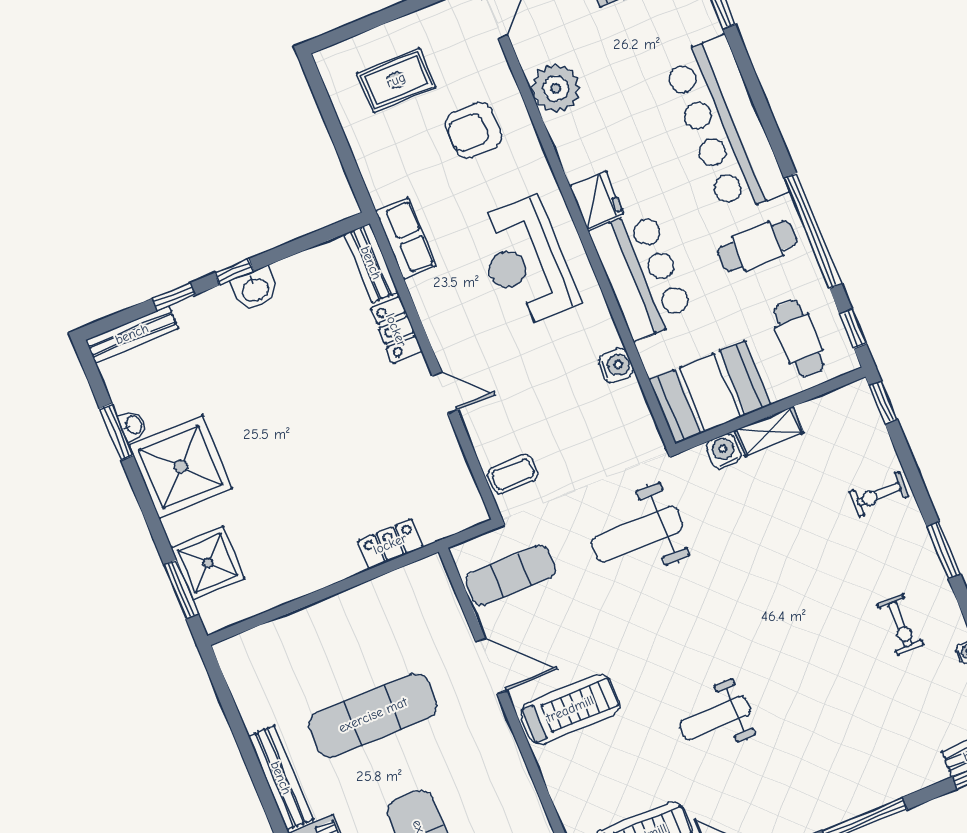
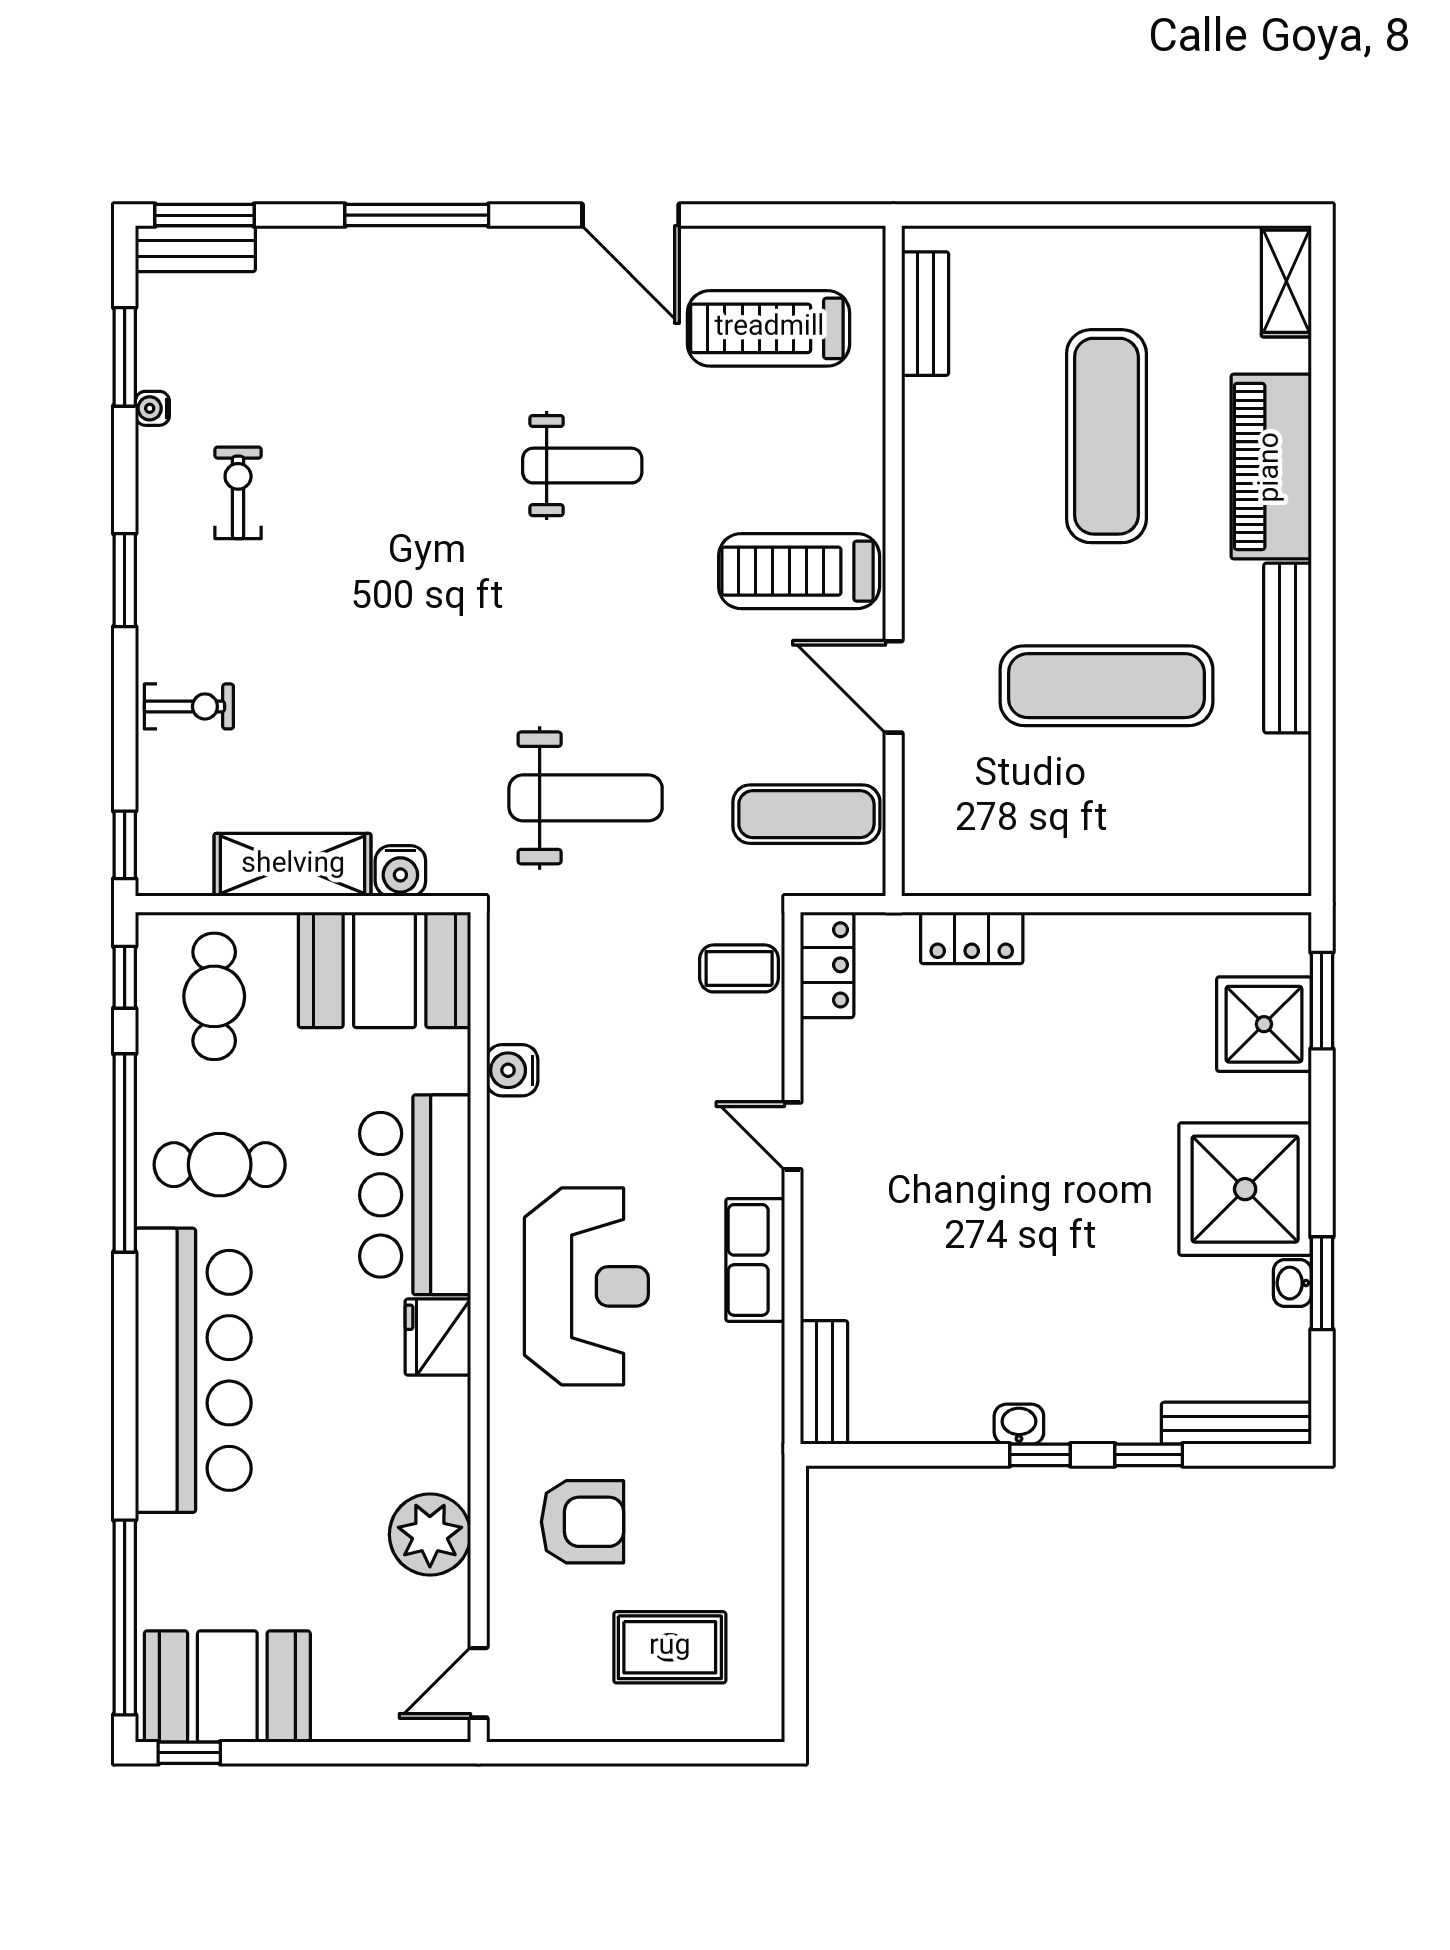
row of seats: (406, 239) -> (755, 1260), moved
washbasin: (255, 289) -> (1019, 1424), width x0.72, depth x0.69
locker: (396, 330) -> (827, 965), moved
shelving: (769, 431) -> (293, 865), width x1.50, depth x1.33

